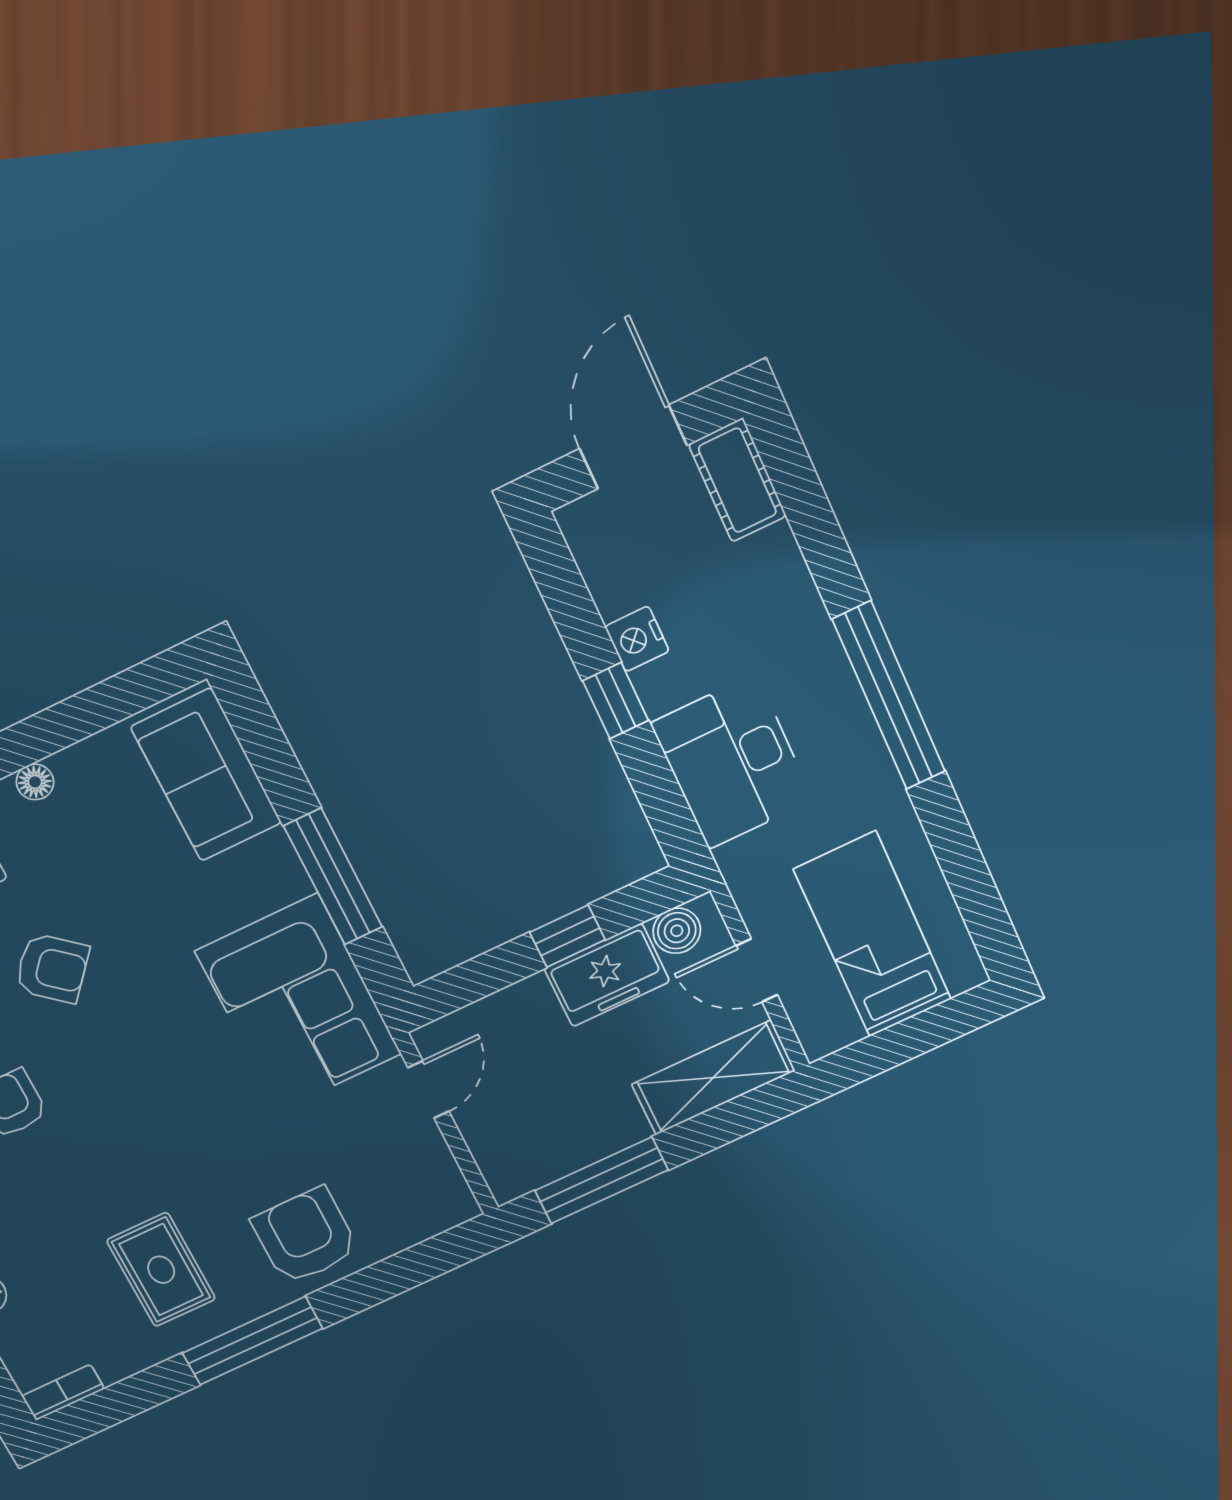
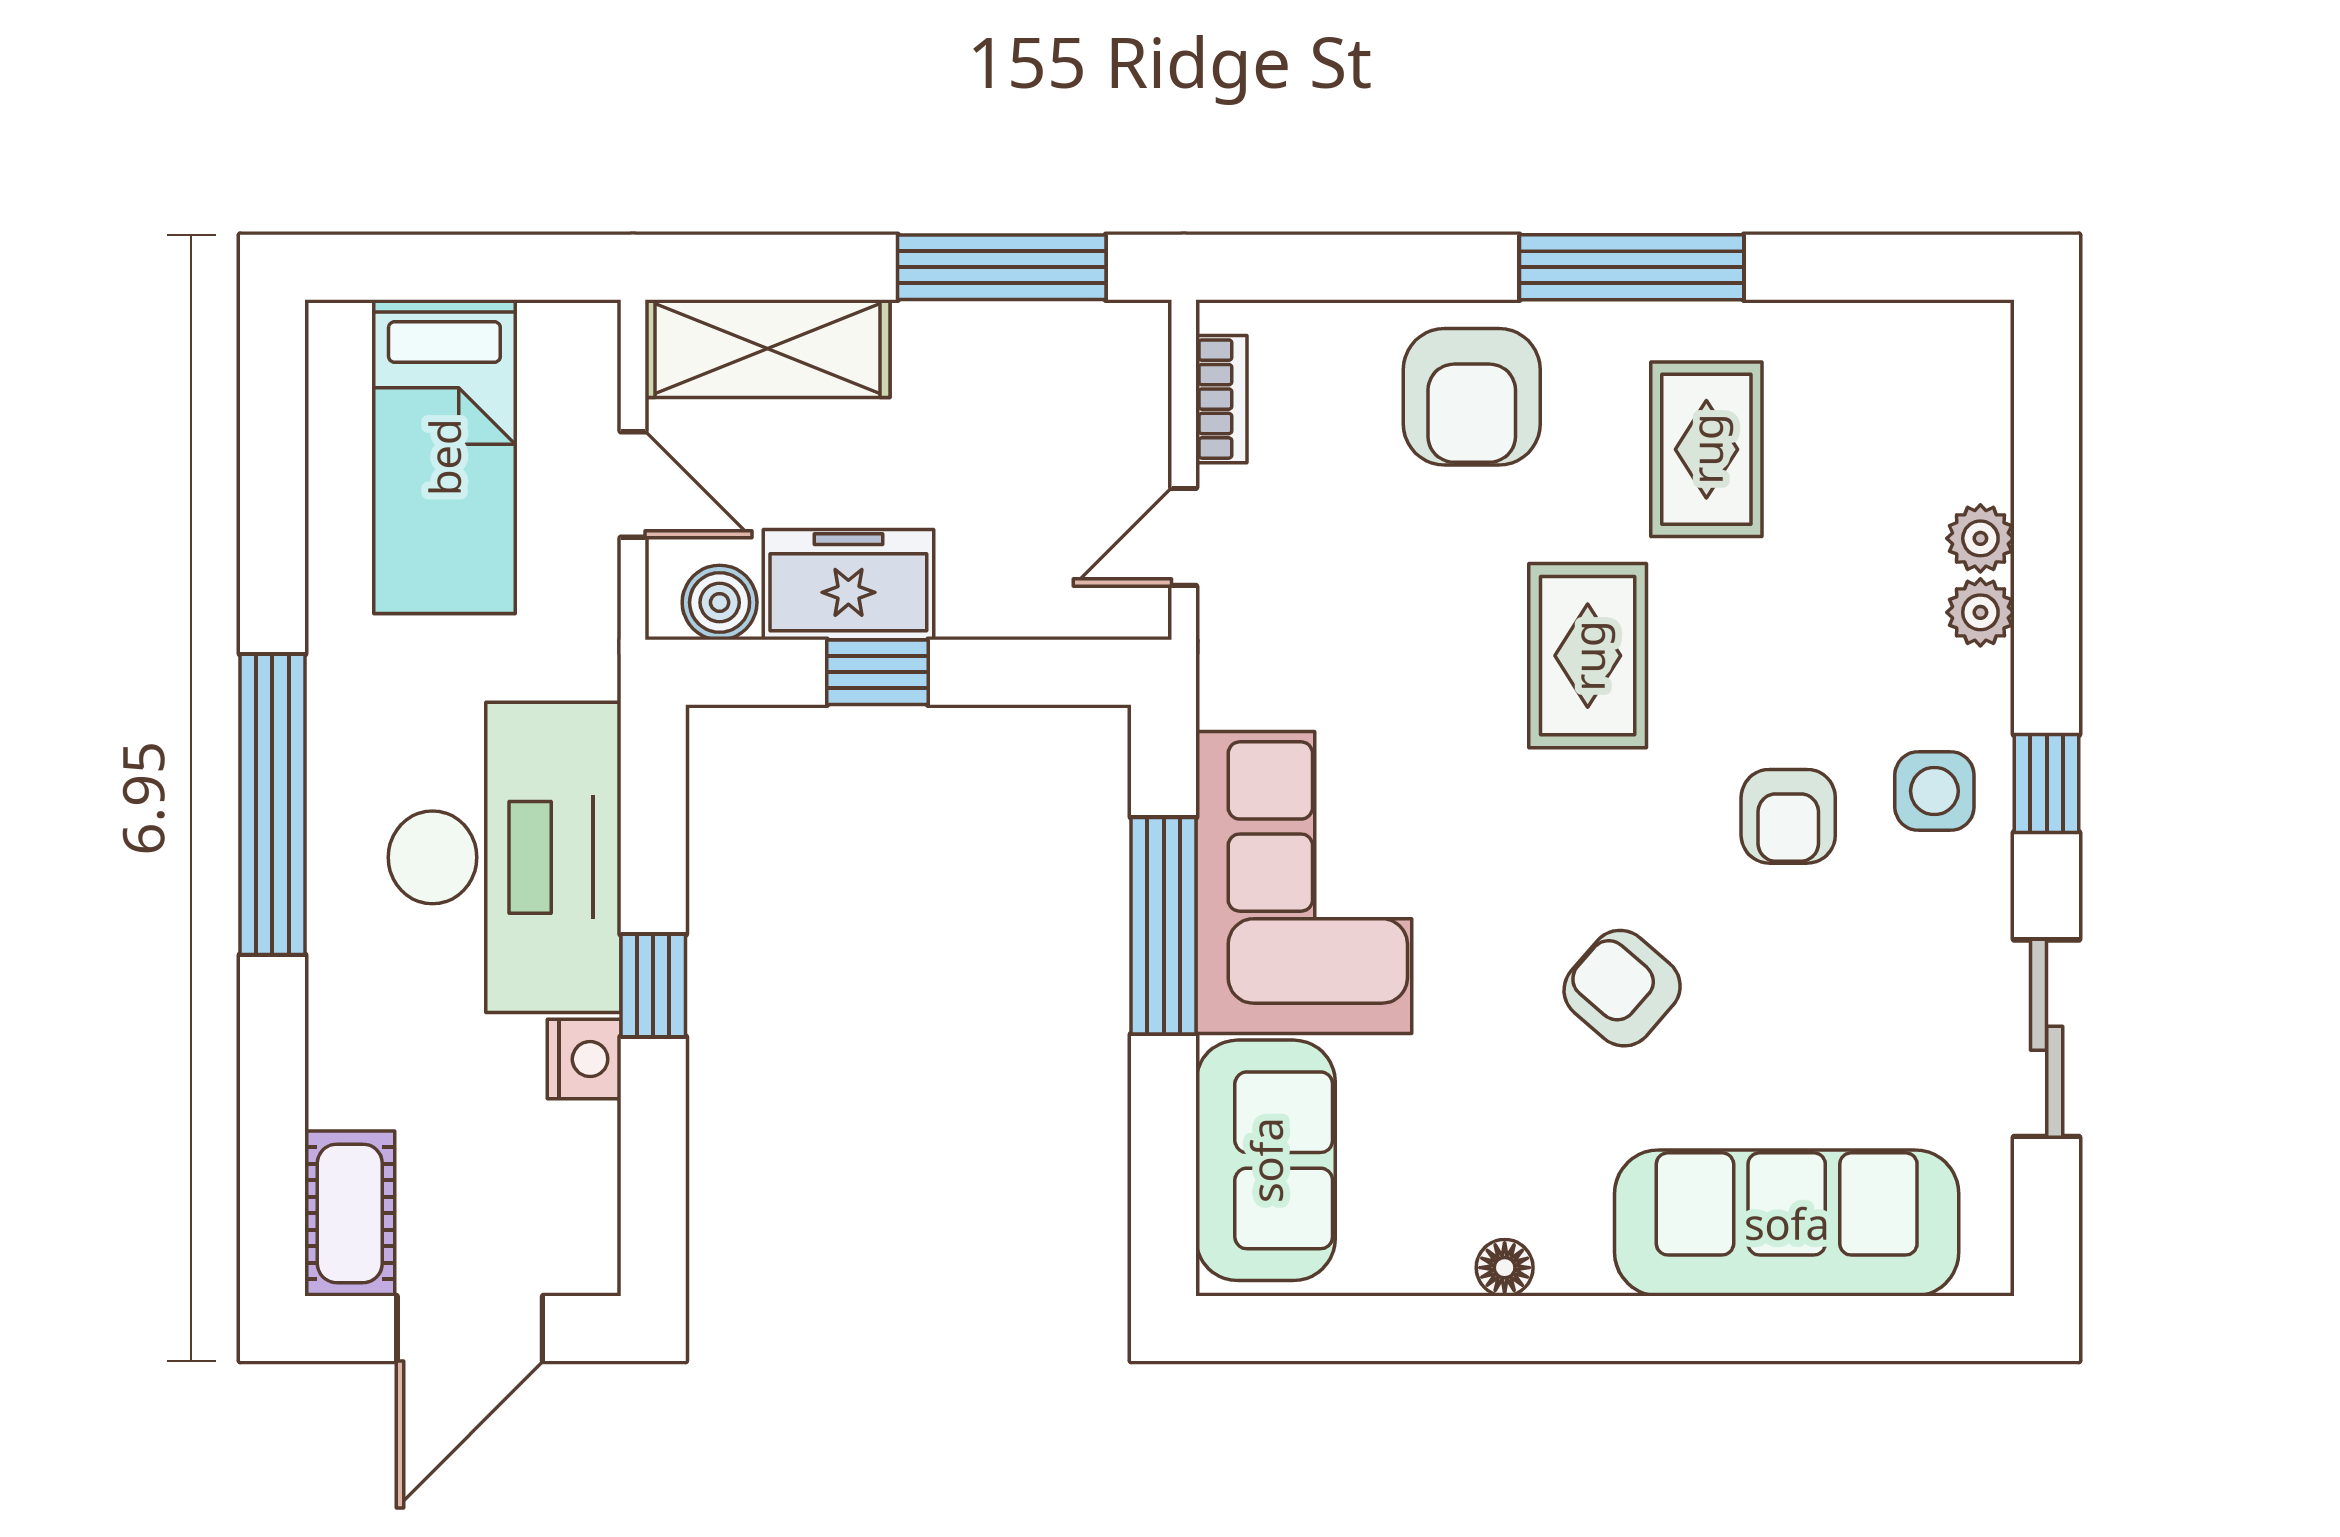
desk: (732, 762) -> (505, 857), width x1.36, depth x1.30
corner sofa: (299, 1003) -> (1304, 882), moved
rug: (169, 1134) -> (1588, 656), added
bookcase: (63, 1392) -> (1221, 399), moved, turned -90

